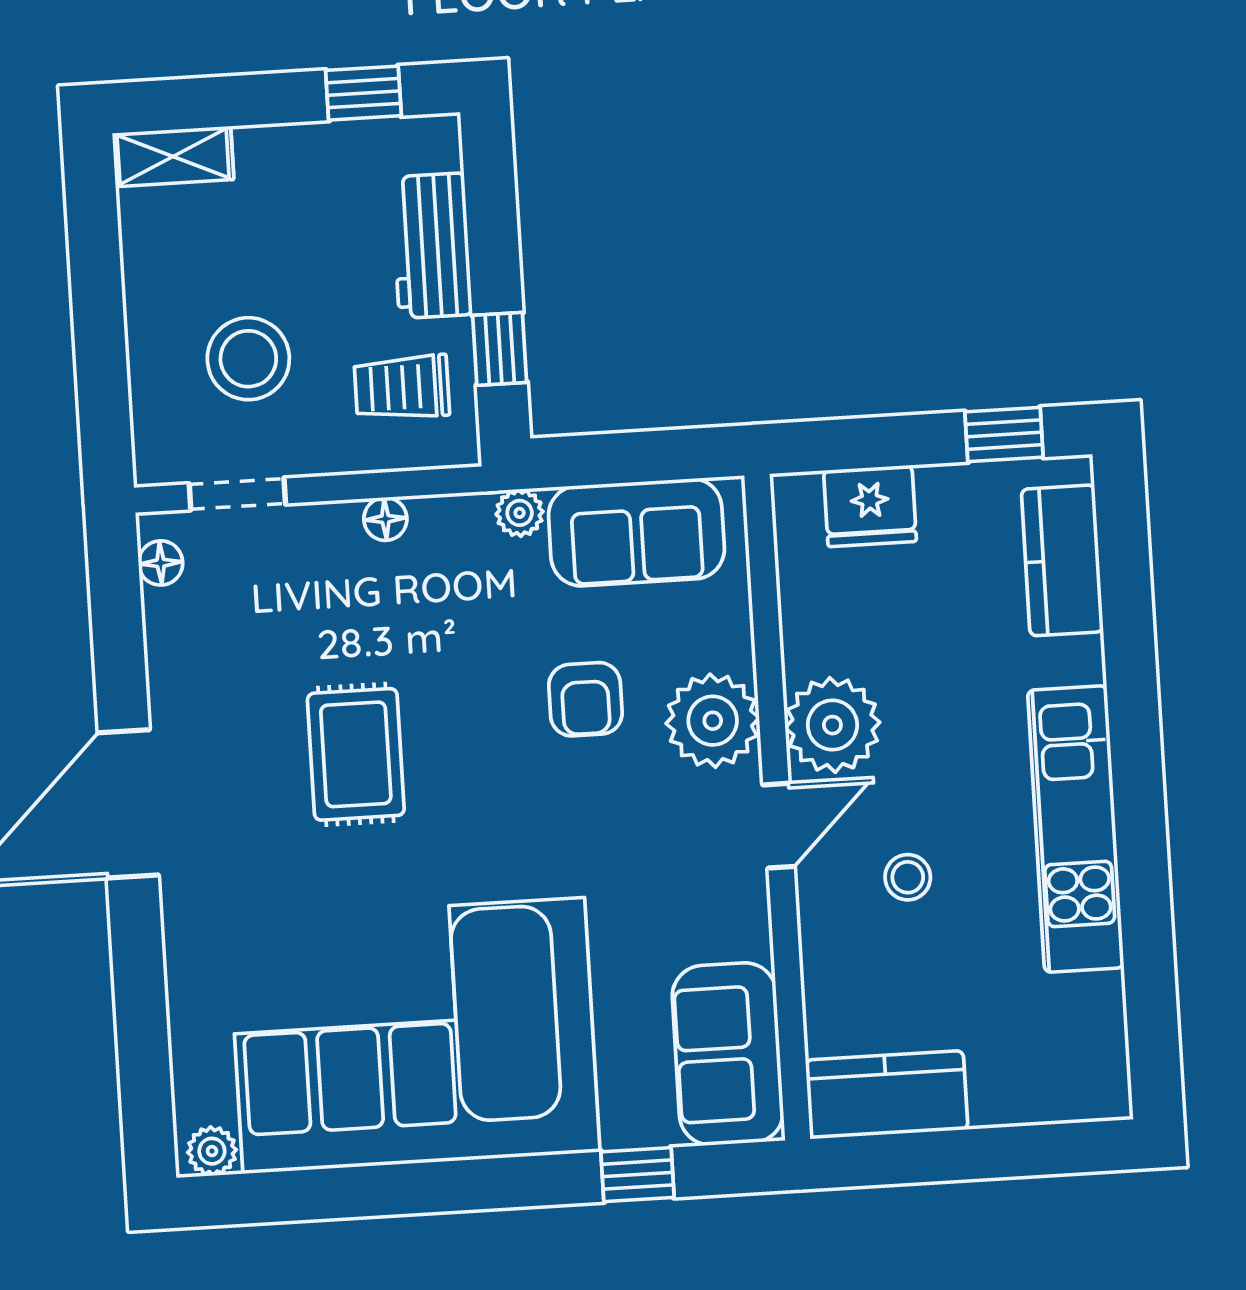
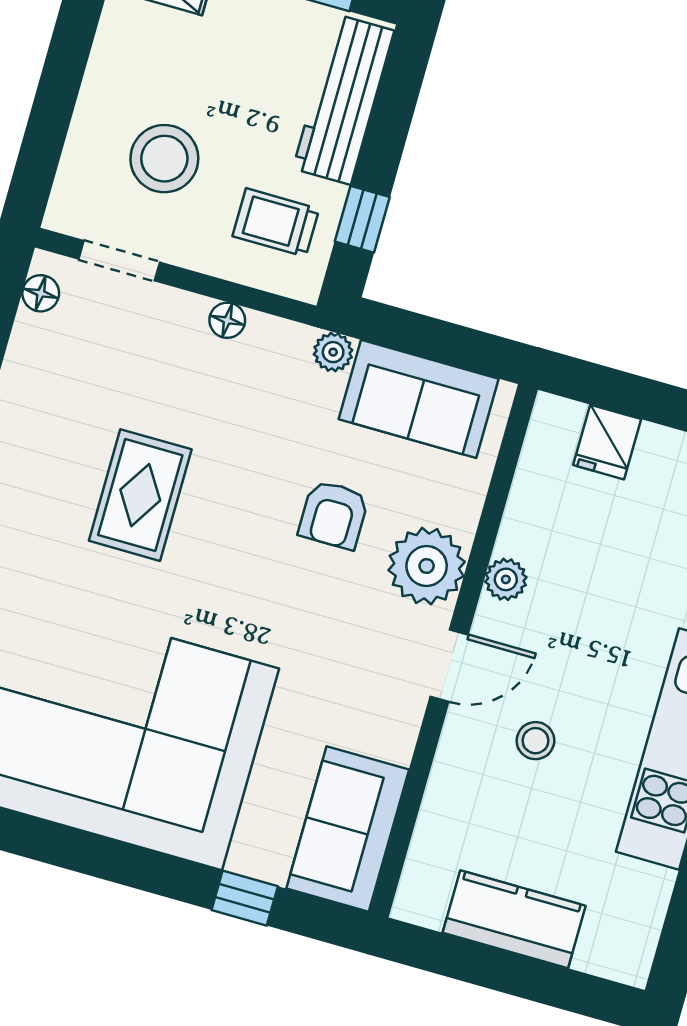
workbench: (432, 246) -> (343, 100), width x1.38
fridge: (870, 506) -> (607, 442), width x0.72
plant: (832, 725) -> (506, 579), width x0.53, depth x0.53
kitchen counter: (887, 1095) -> (514, 919), moved

